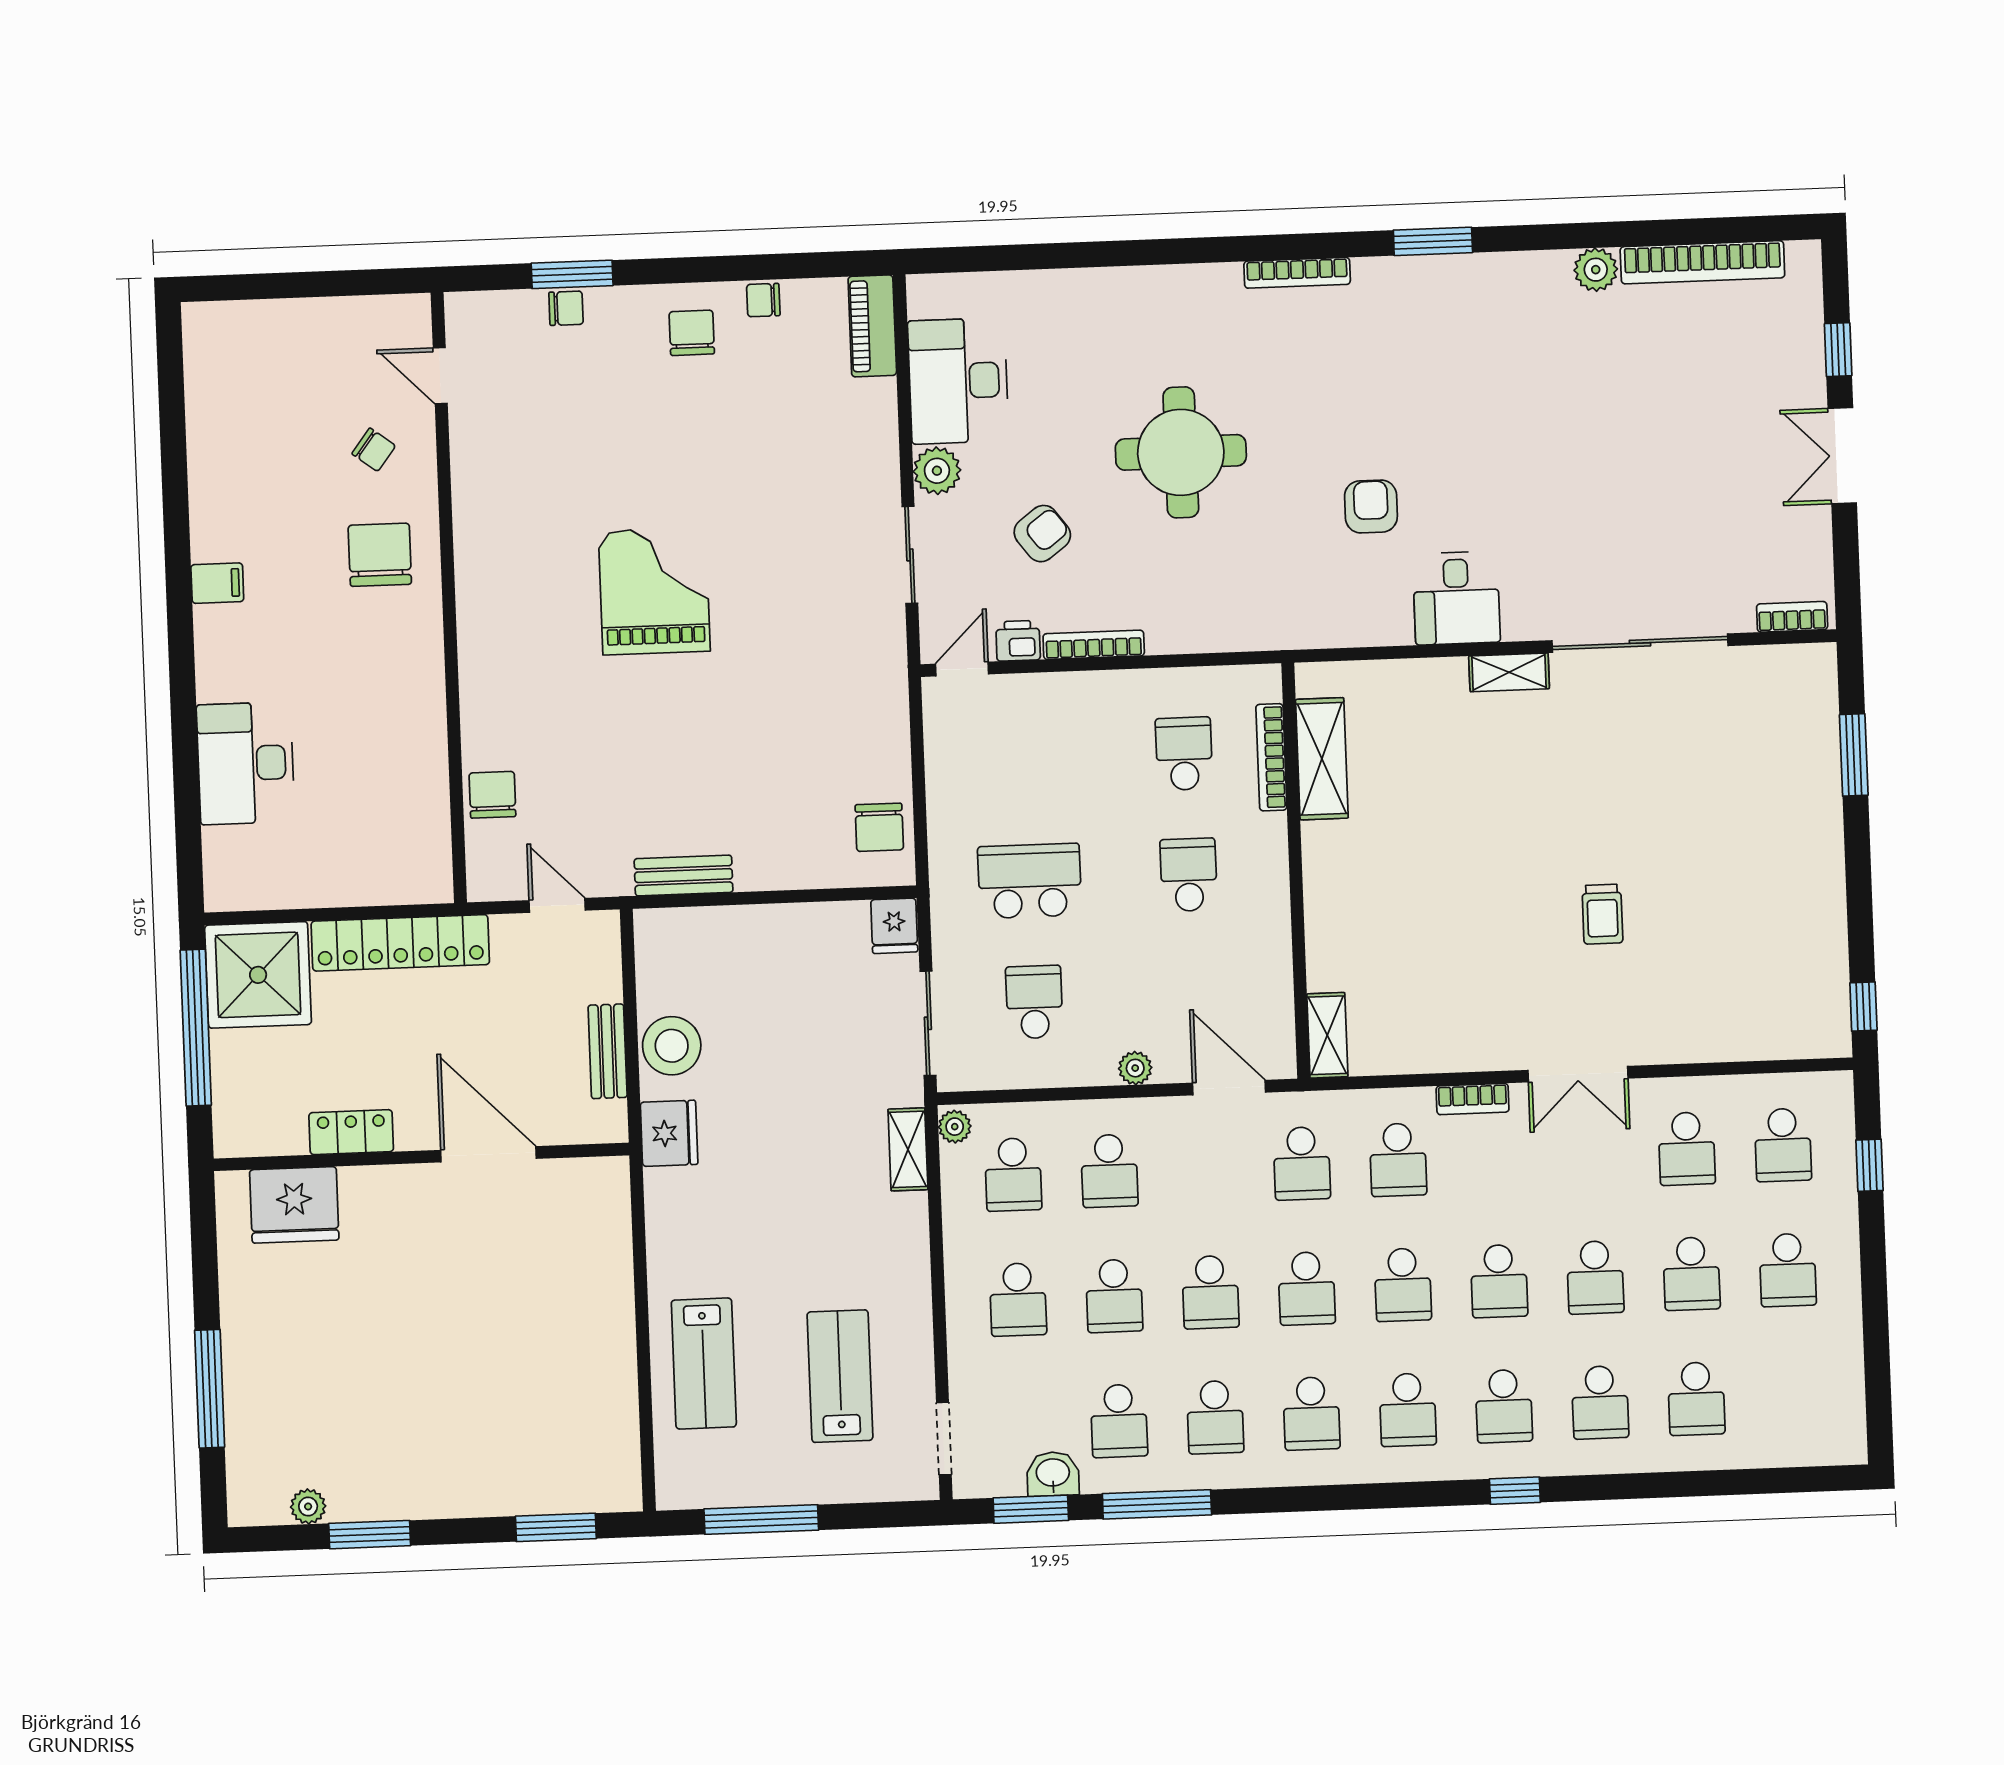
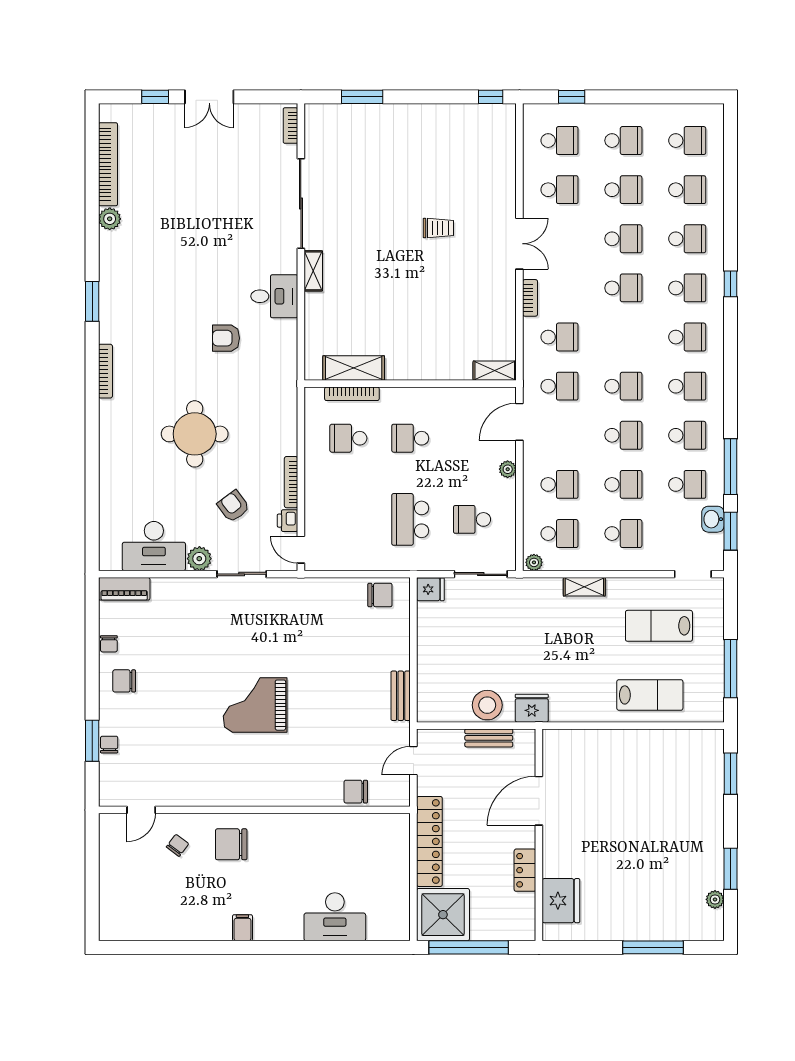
shelving: (908, 1149) -> (584, 587), moved
school desk: (1403, 1285) -> (687, 141), moved

